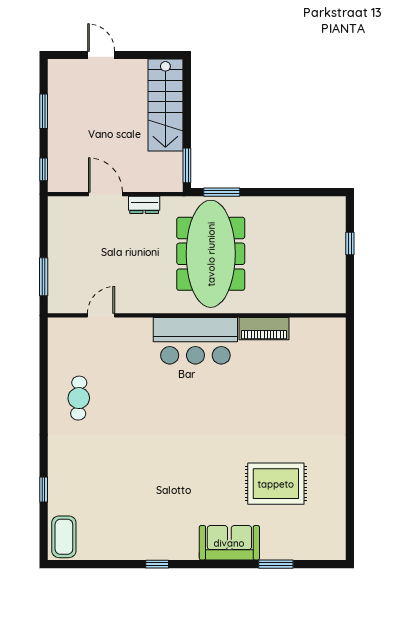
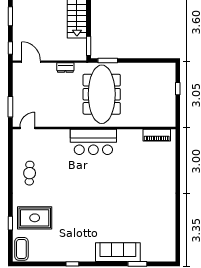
door: (105, 194) -> (31, 62), moved
door: (101, 315) -> (27, 128), moved
piano: (264, 329) -> (157, 135), moved
rug: (276, 484) -> (35, 218), moved
sofa: (229, 543) -> (118, 252), width x1.36

